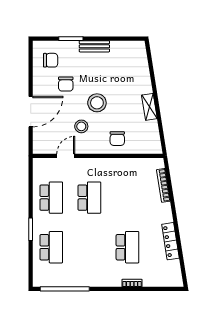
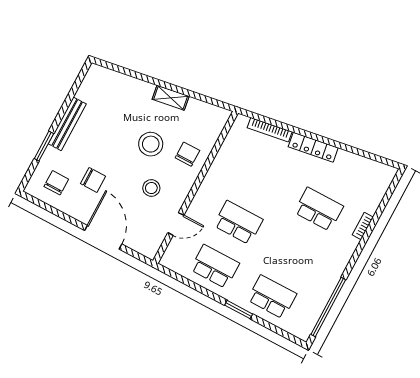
bench: (94, 46) -> (67, 124), width x1.36
stool: (97, 103) -> (151, 144), moved
chair: (117, 139) -> (187, 154), turned -90
door: (66, 156) -> (176, 224), swing flipped
locker: (170, 241) -> (313, 147), moved

